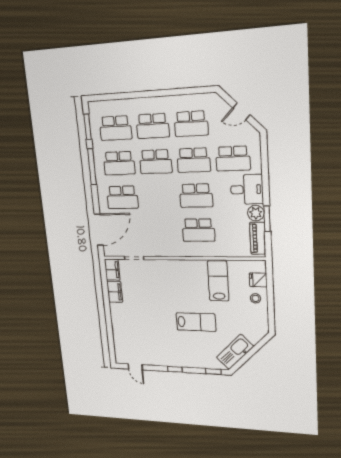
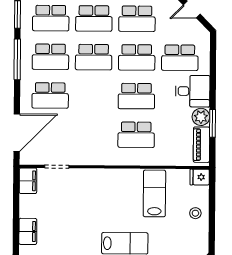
fridge: (258, 280) -> (200, 177), moved
filing cabinet: (115, 292) -> (28, 231), moved

